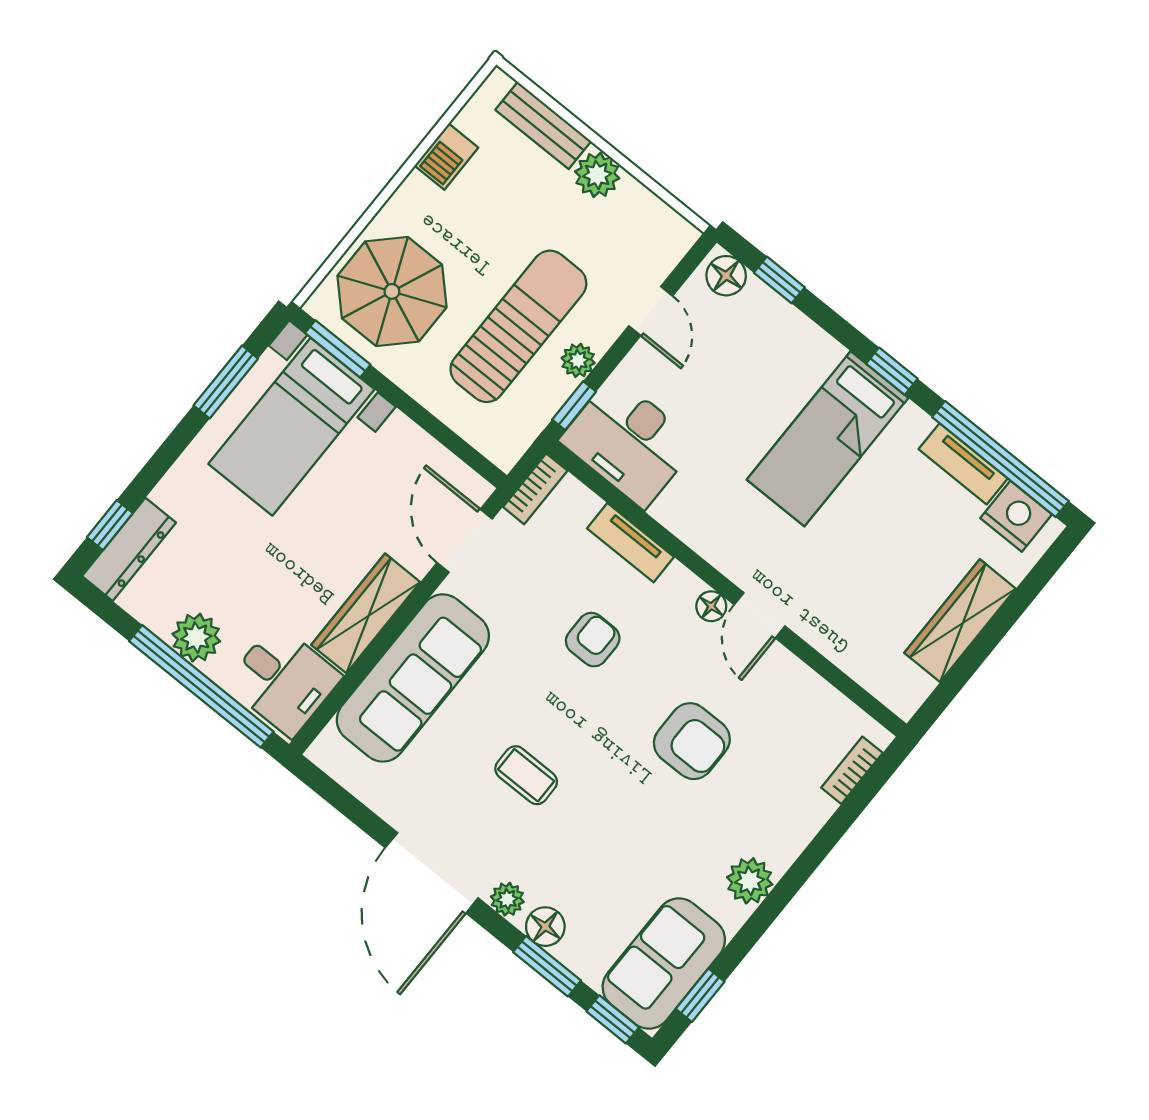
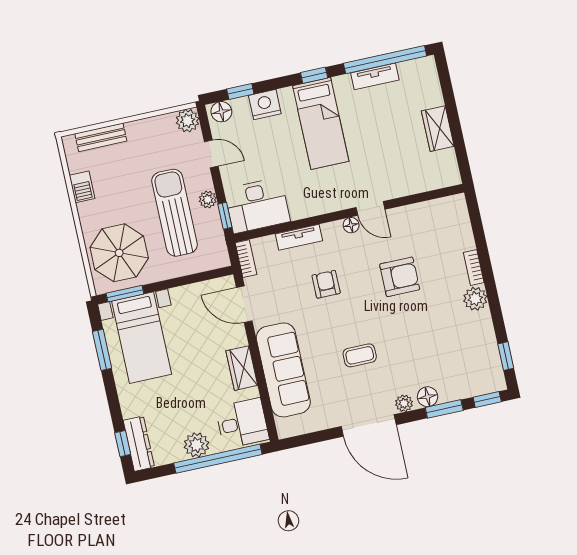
plant: (597, 175) -> (187, 121), moved
nightstand: (1016, 516) -> (265, 105), moved
wardrobe: (366, 613) -> (242, 368), width x0.67
wardrobe: (960, 621) -> (438, 129), width x0.67
bookcase: (852, 770) -> (474, 268), moved
sofa: (664, 964) -> (481, 361), removed

